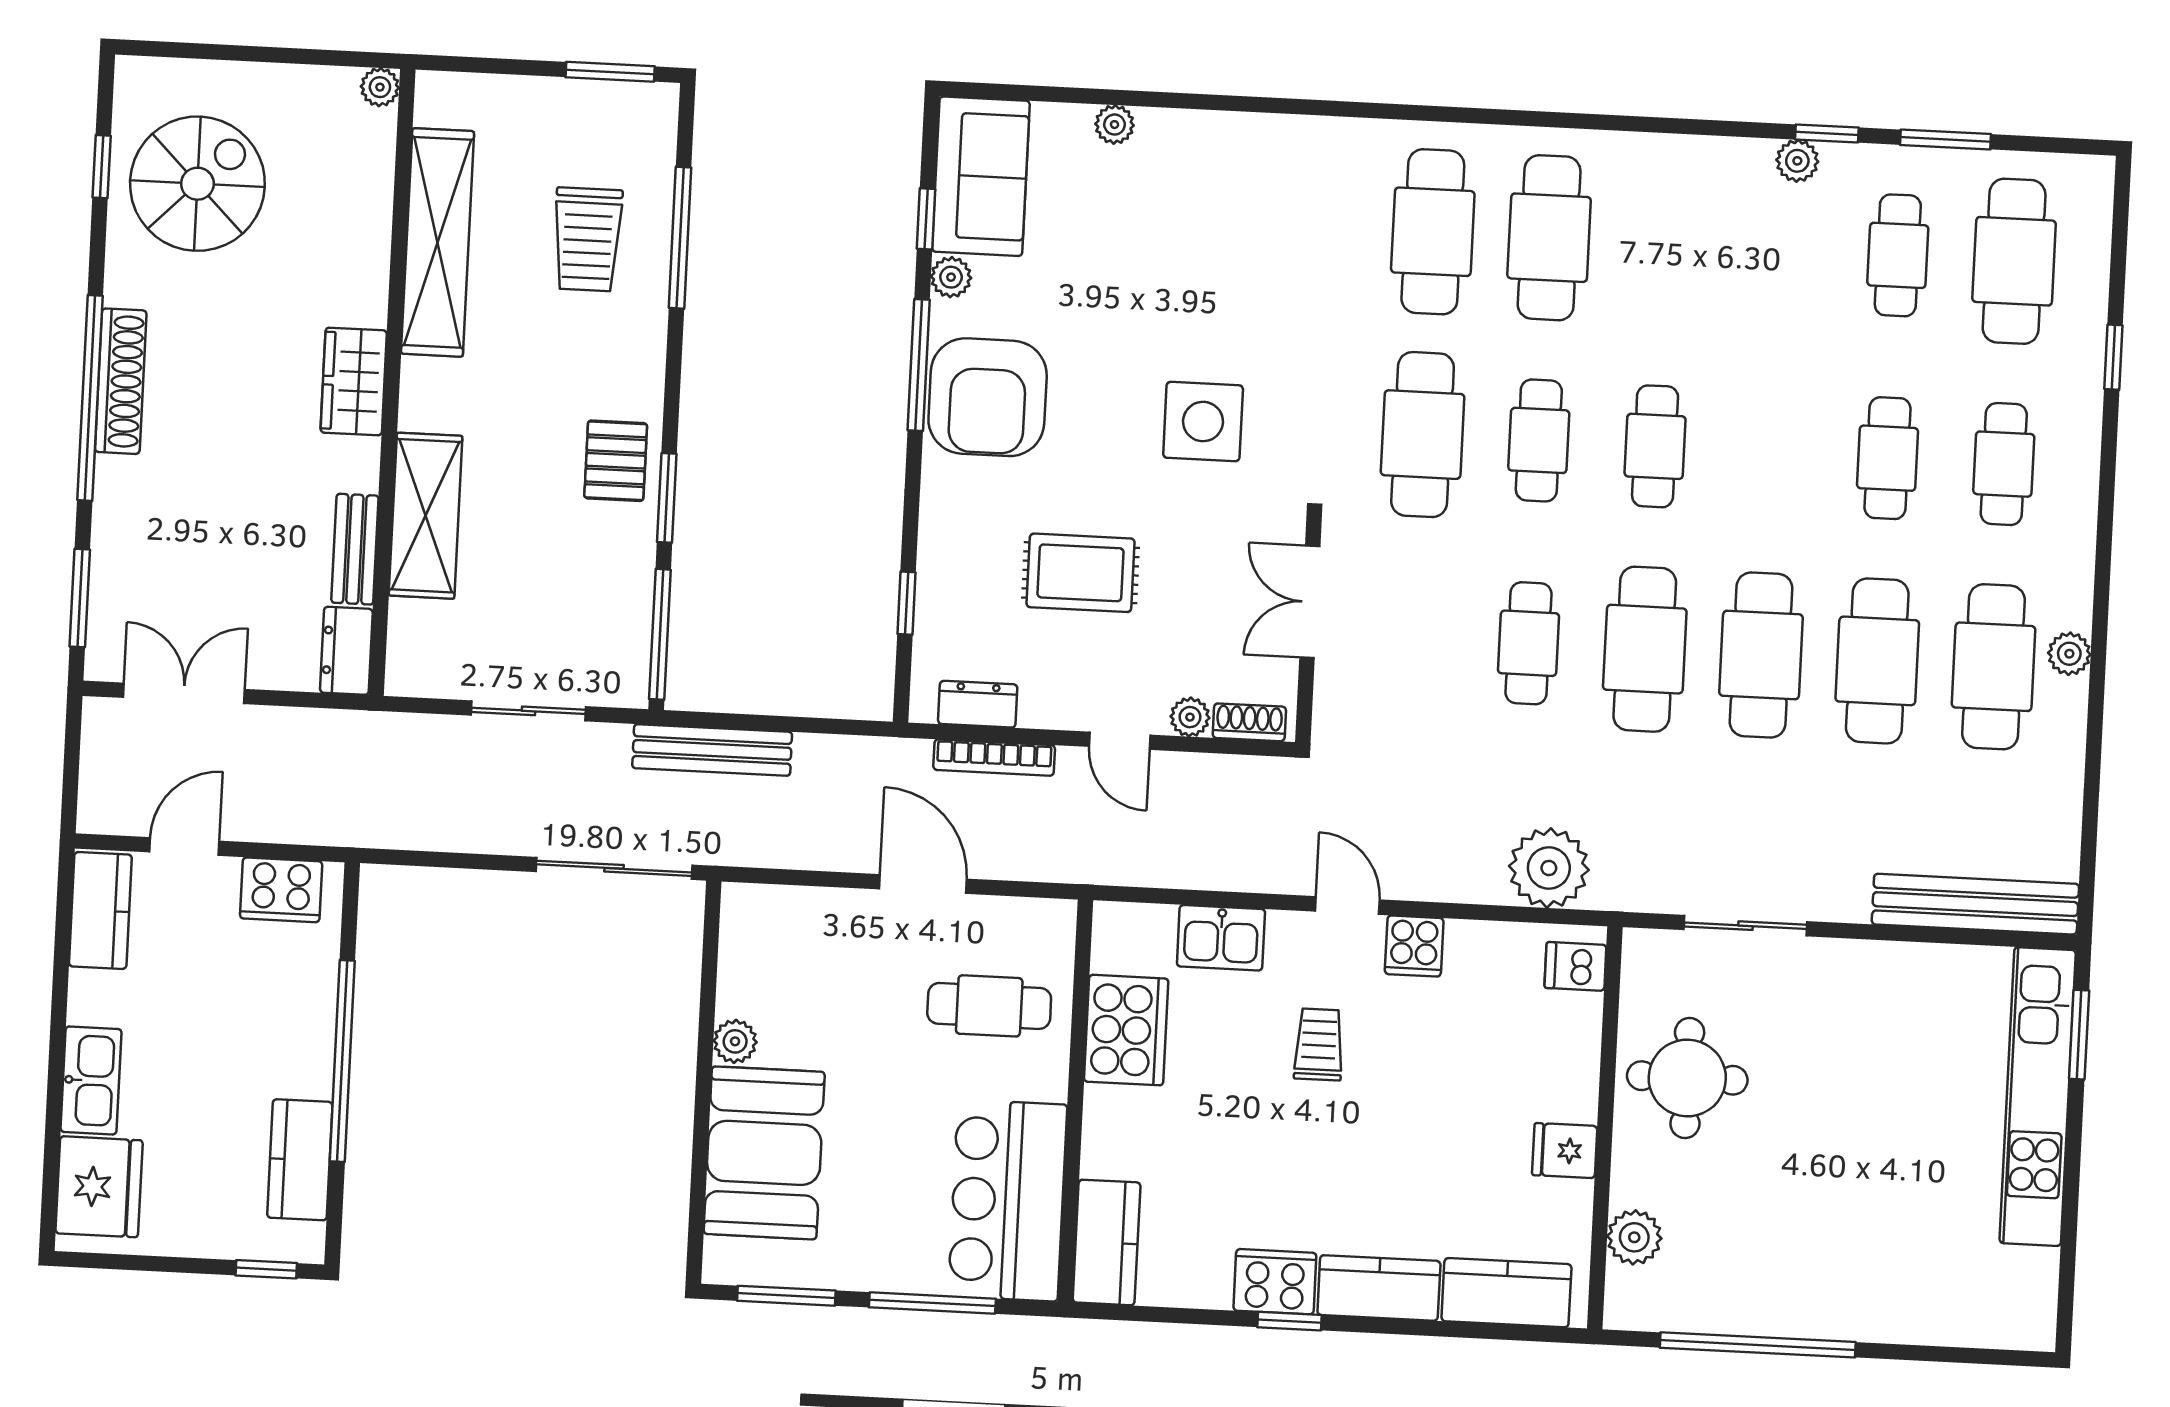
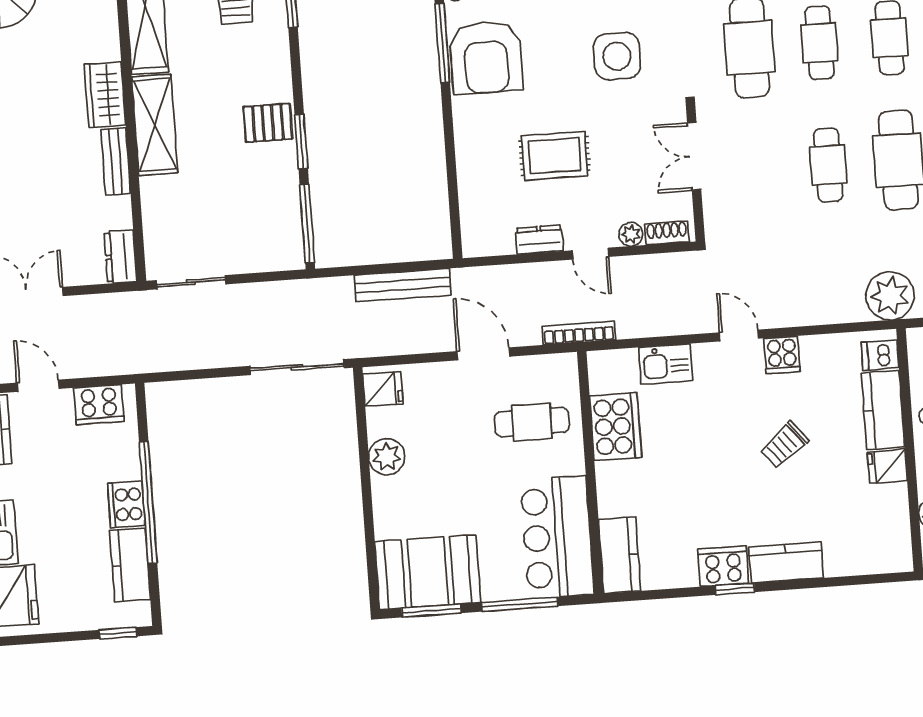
pallet: (616, 461) -> (268, 123), turned 90
shelving: (426, 516) -> (155, 125), moved
bench: (355, 549) -> (116, 161), moved
window: (907, 603) -> (453, 187), removed
dresser: (978, 704) -> (539, 239), moved
sliding door: (528, 711) -> (191, 282), moved
bench: (712, 750) -> (403, 285), moved
bookcase: (994, 758) -> (579, 333), moved, turned 180
door: (184, 847) -> (38, 386), hinge flipped
plant: (1549, 868) -> (890, 296), moved
fridge: (751, 921) -> (383, 389), added
plant: (735, 1041) -> (387, 457), width x1.38, depth x1.38
trolley: (1319, 1044) -> (784, 445), moved, turned -129
cooker: (306, 1060) -> (126, 504), added
booth: (764, 1153) -> (428, 572), moved, turned 90
kitchen counter: (1506, 1293) -> (883, 410), moved, turned -90

